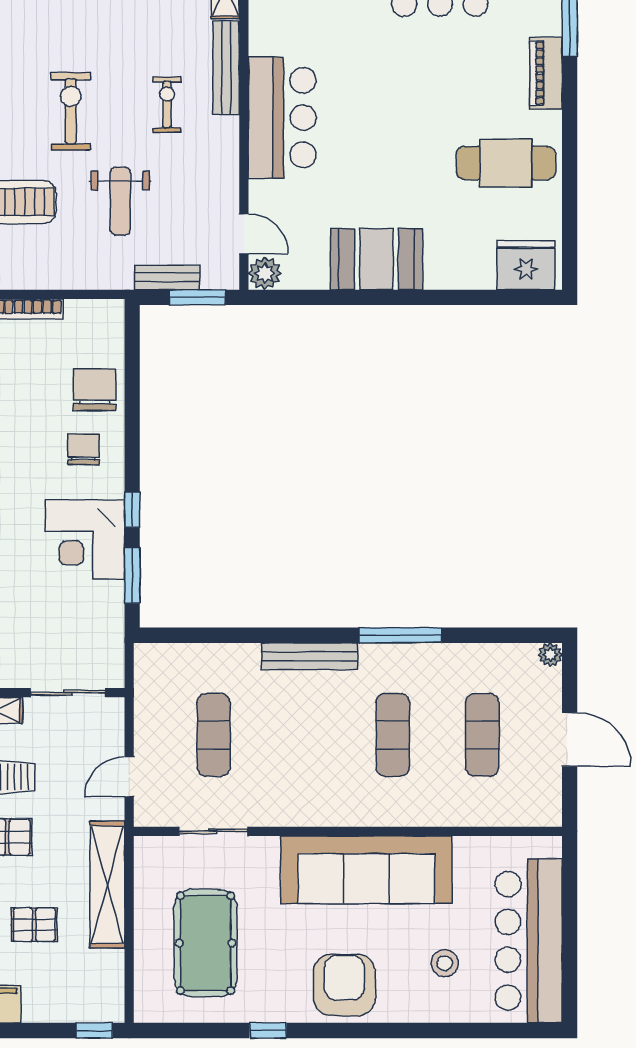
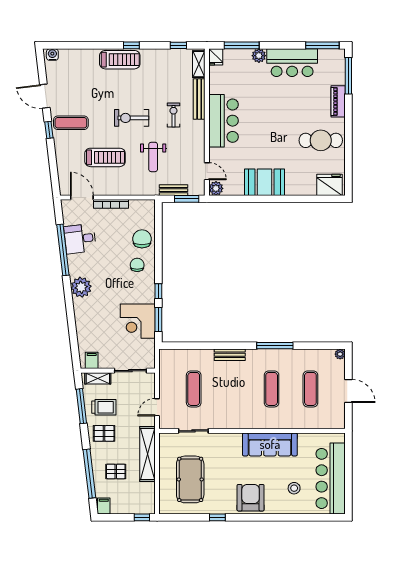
exercise bike: (71, 111) -> (132, 118), turned -90
corner desk: (85, 539) -> (138, 321), moved
bench: (309, 656) -> (230, 355), width x0.73
sofa: (366, 870) -> (270, 444), width x0.74, depth x0.79

